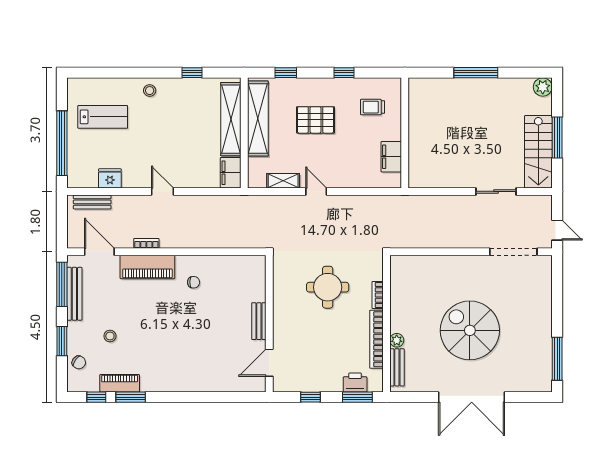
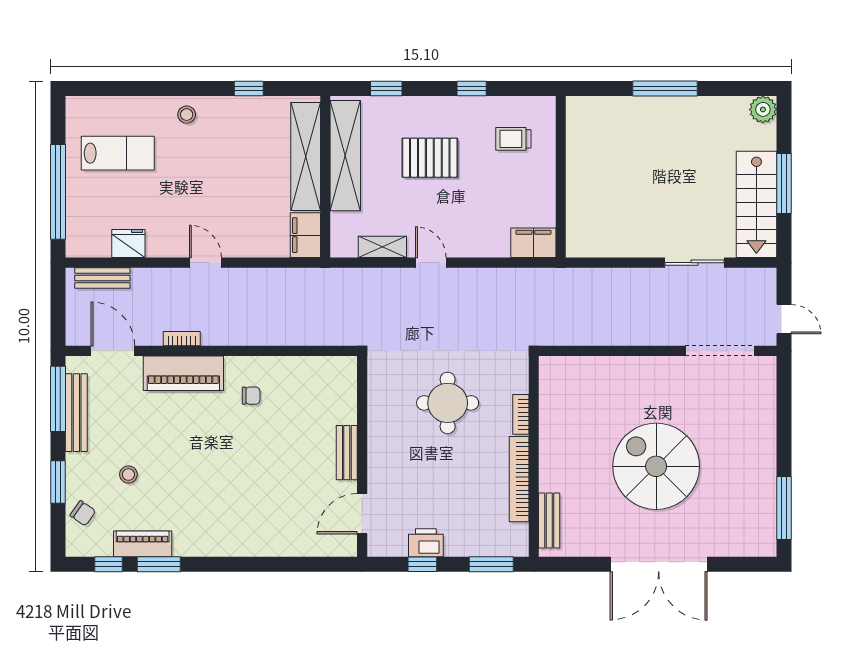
filing cabinet: (391, 157) -> (533, 243), moved, turned 90
plant: (397, 340) -> (549, 481), removed
printer: (355, 383) -> (426, 543), moved

